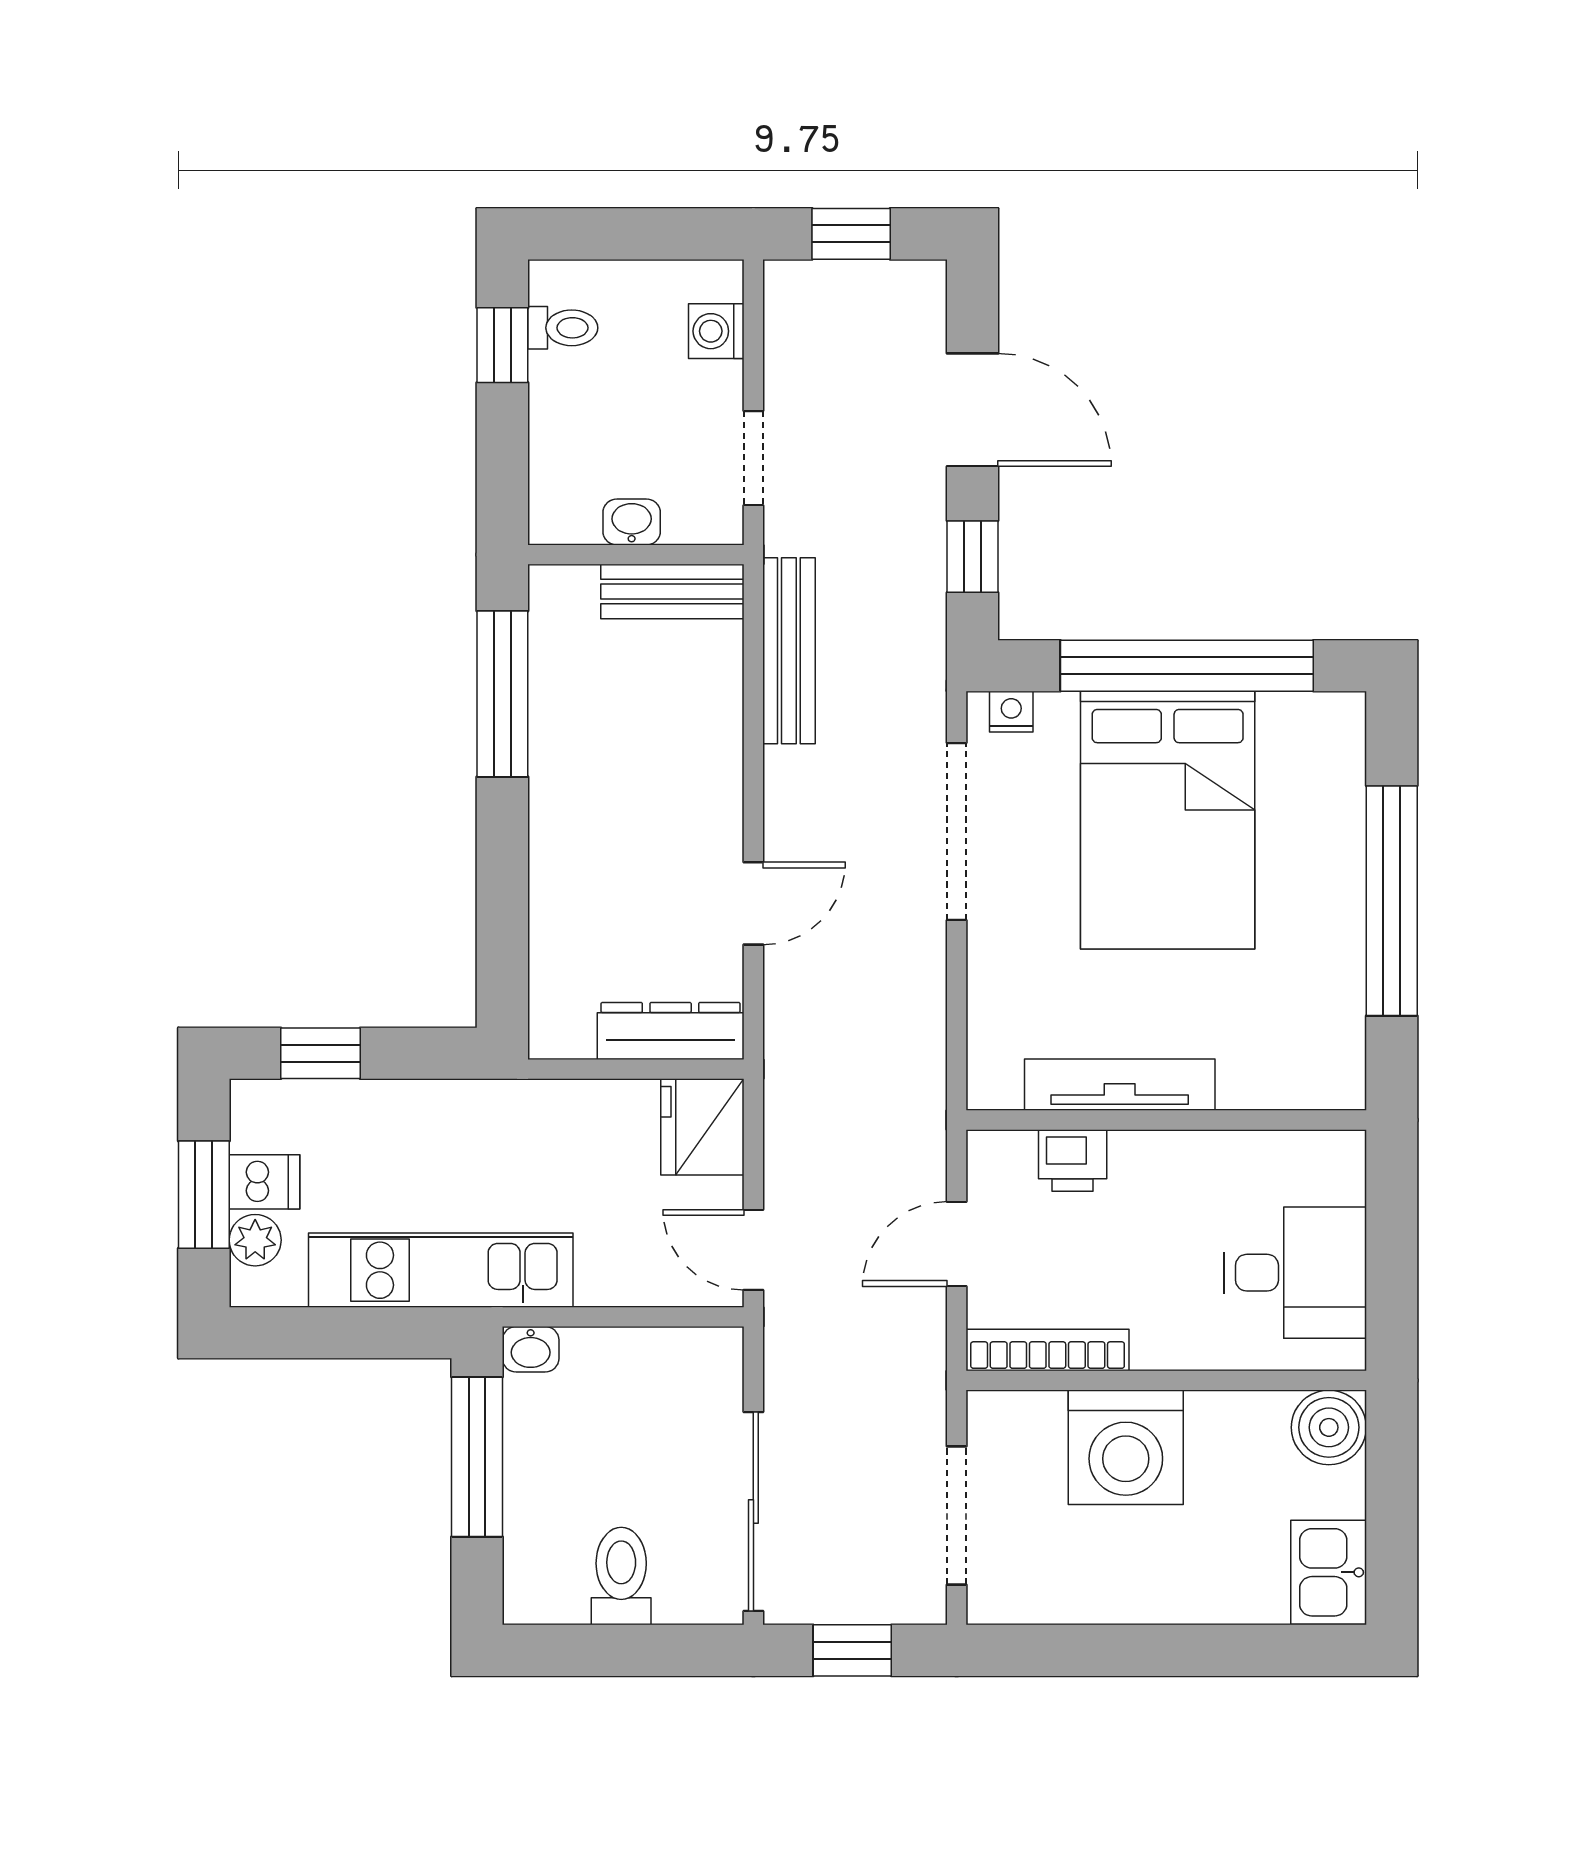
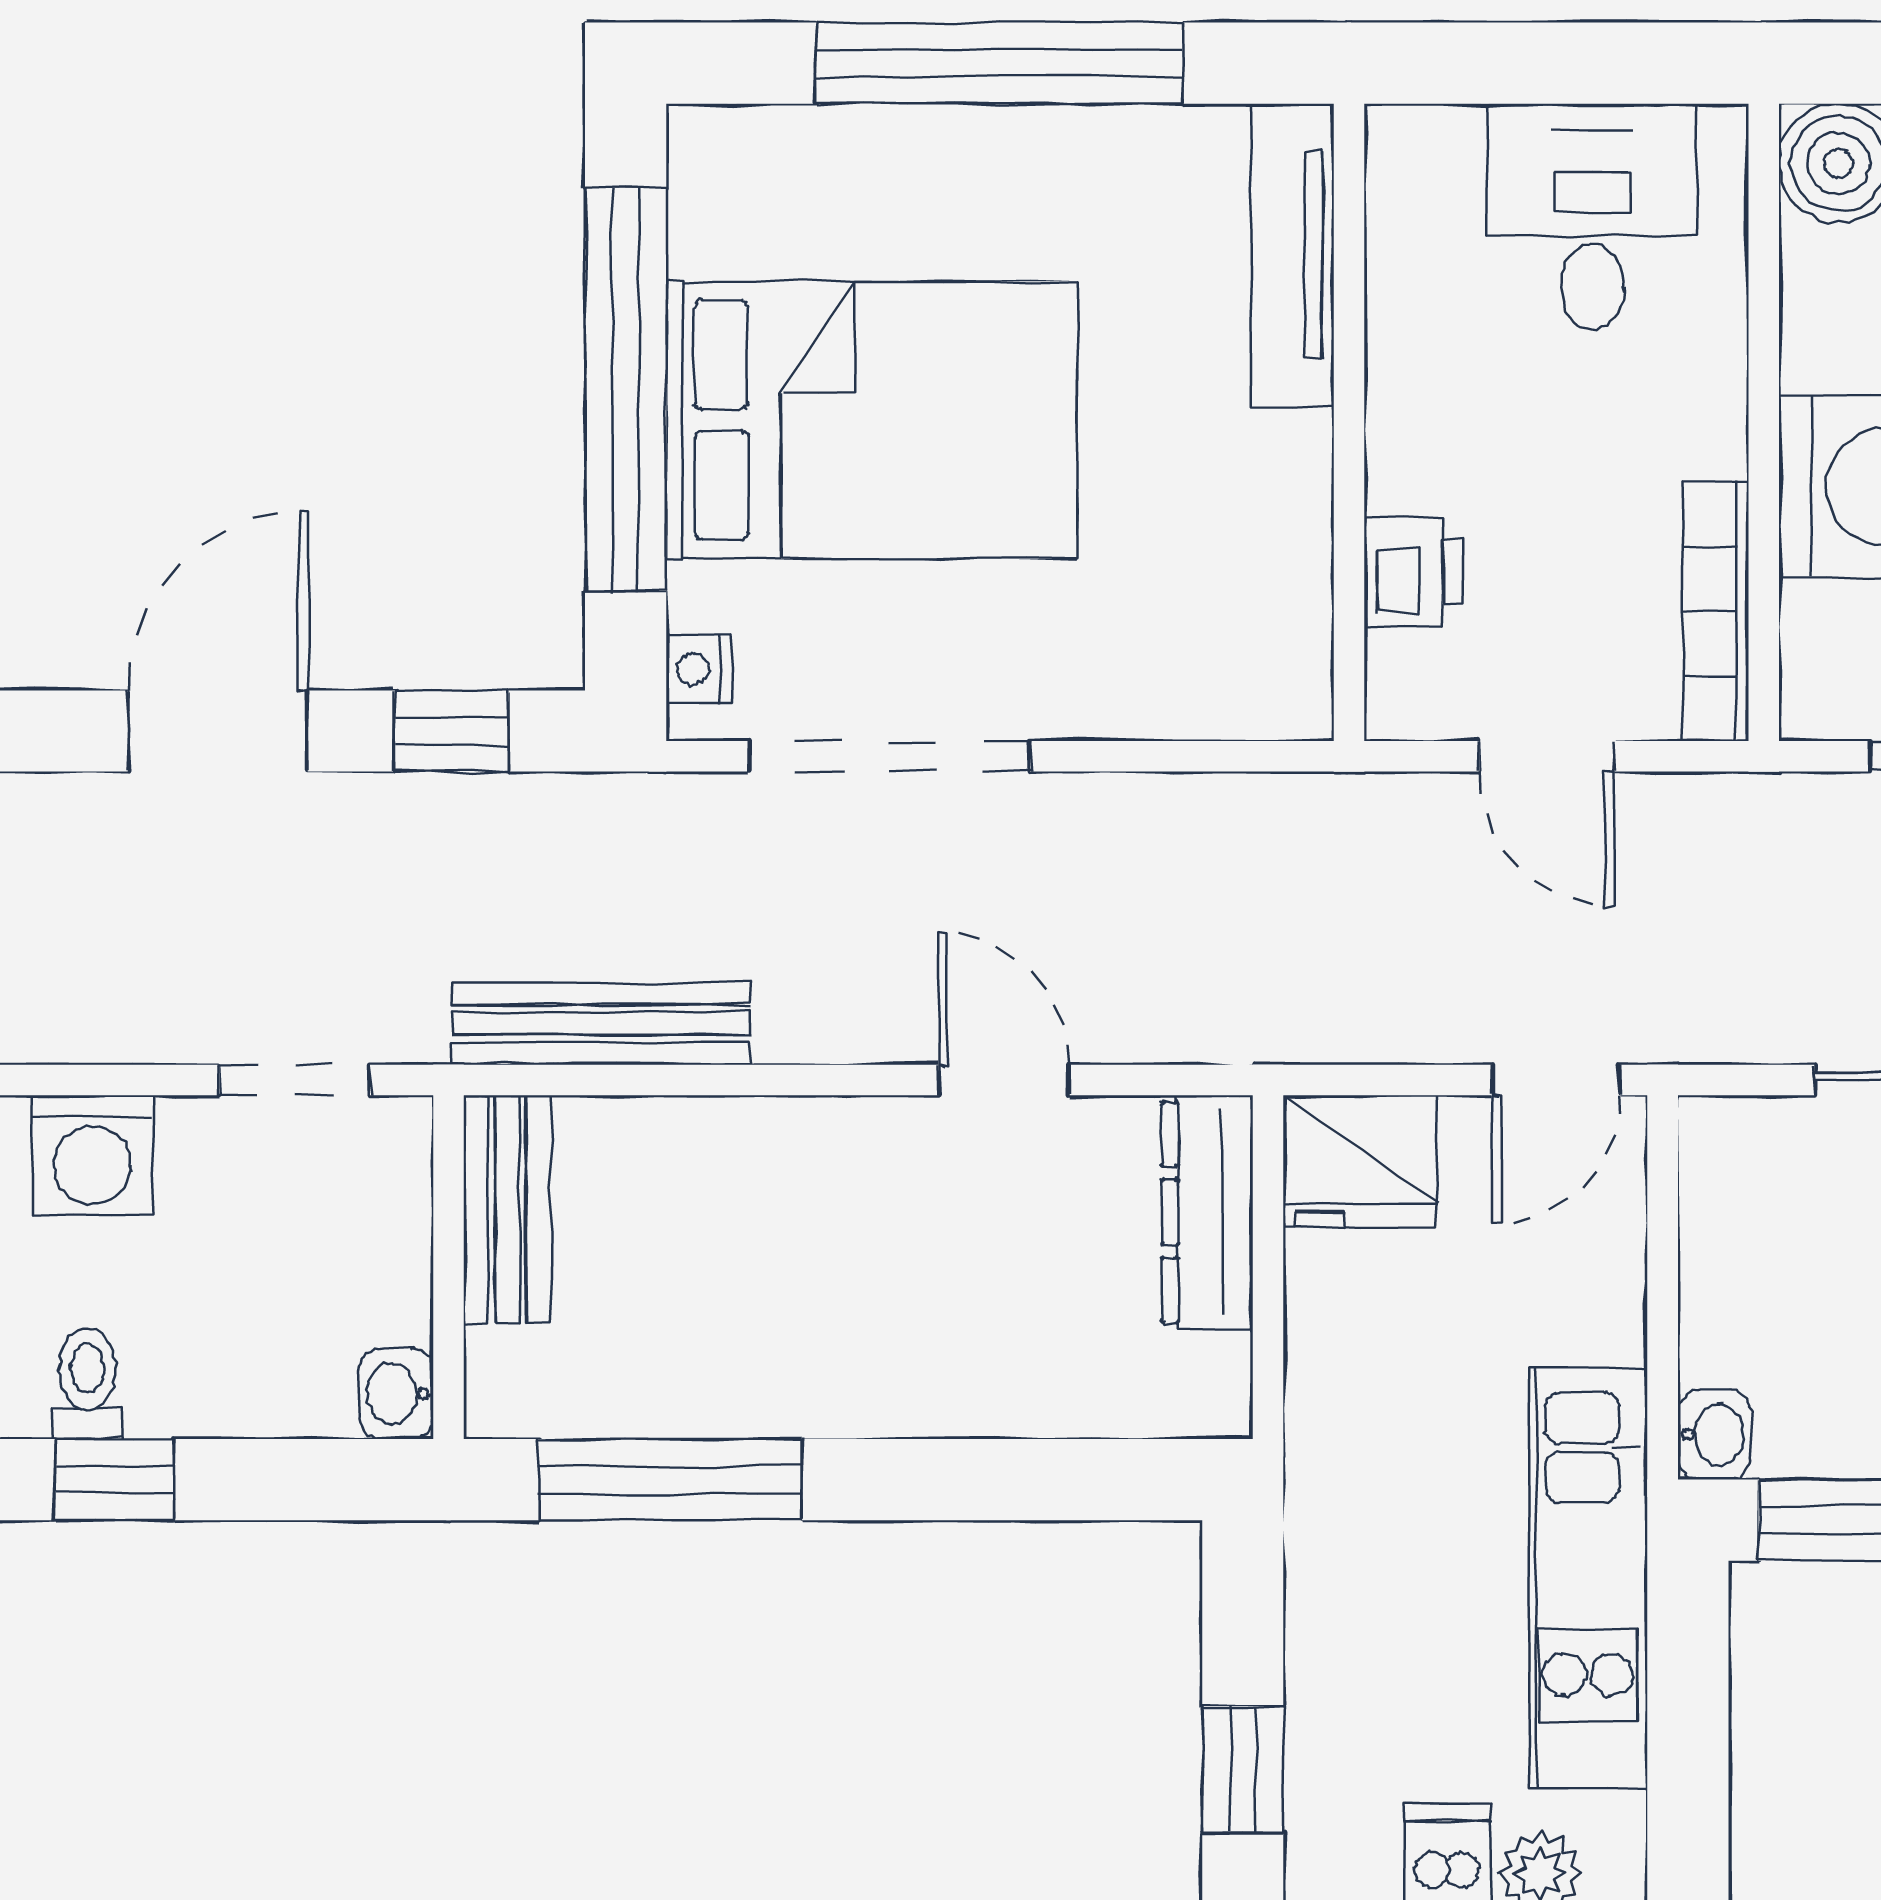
washing machine: (716, 331) -> (92, 1156), width x1.38, depth x1.38
washbasin: (632, 522) -> (397, 1394), moved
tv unit: (1120, 1085) -> (1293, 255), moved

